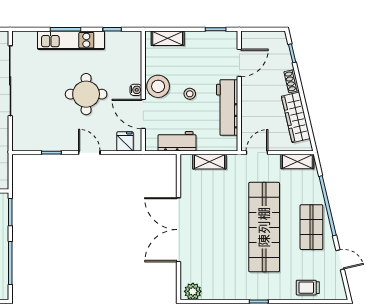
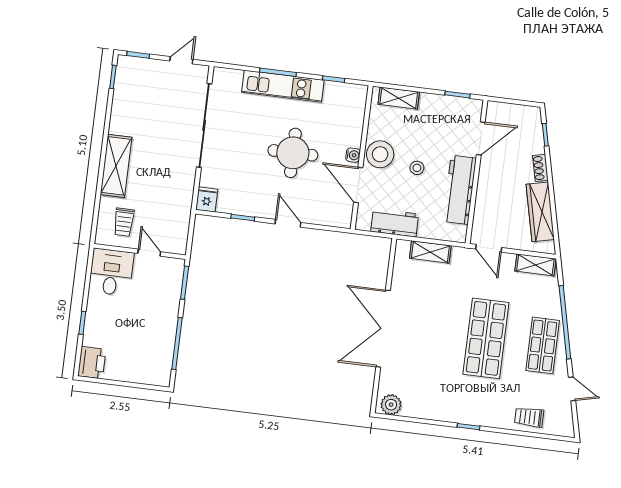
fridge: (125, 141) -> (207, 199), moved
door: (257, 153) -> (489, 248), swing flipped
shop shelf: (264, 227) -> (486, 338), width x0.71

